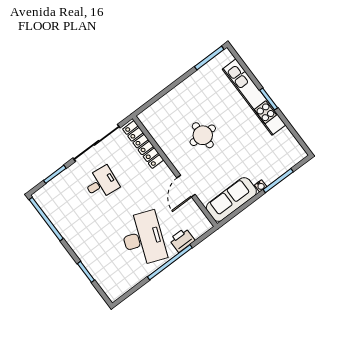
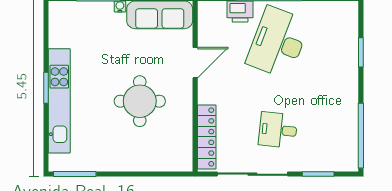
round table: (203, 135) -> (140, 101), width x1.36, depth x1.36

